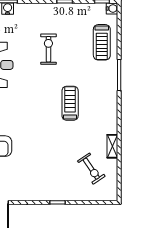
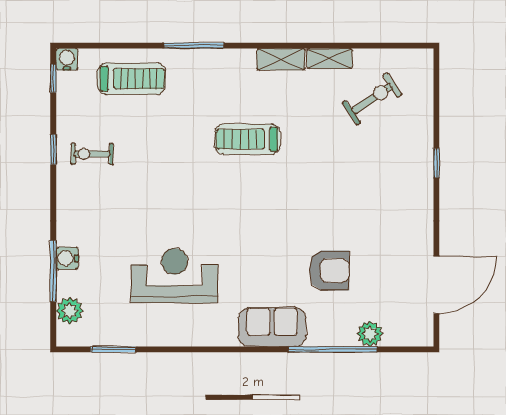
exercise bike: (48, 49) -> (92, 154), moved, width x0.73, depth x0.72
shelving: (112, 121) -> (281, 59), added

